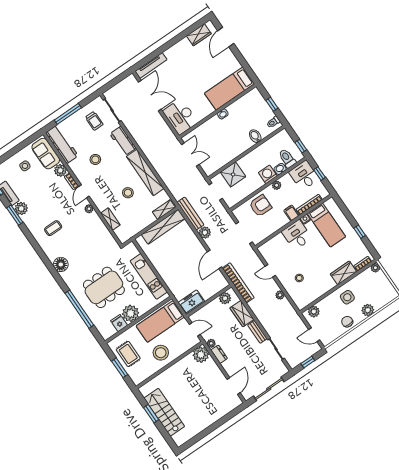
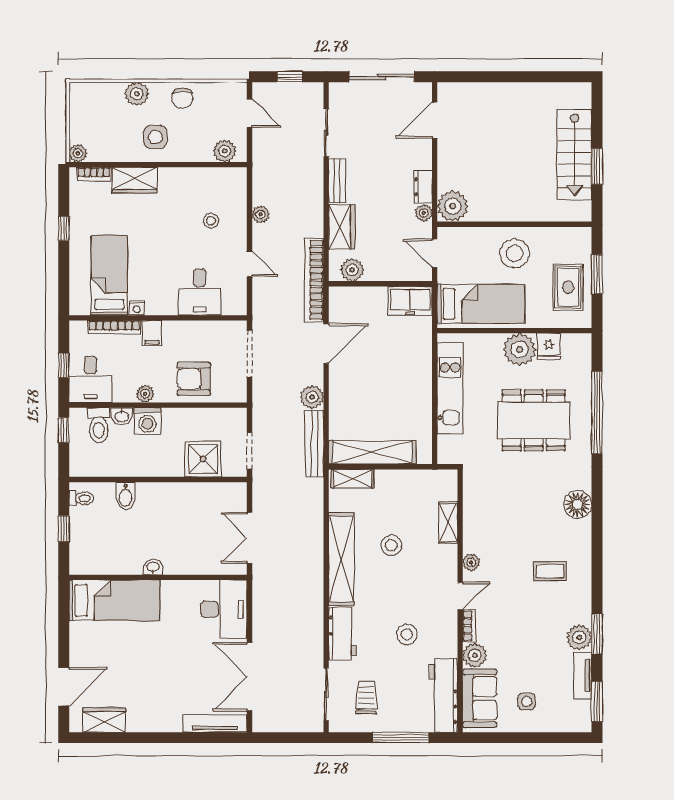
desk: (297, 235) -> (200, 292), moved

